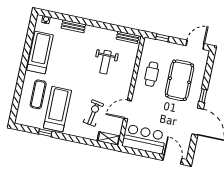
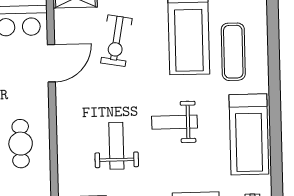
weight bench: (75, 67) -> (174, 122), added

